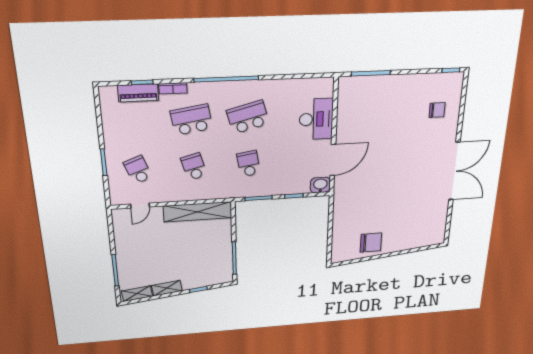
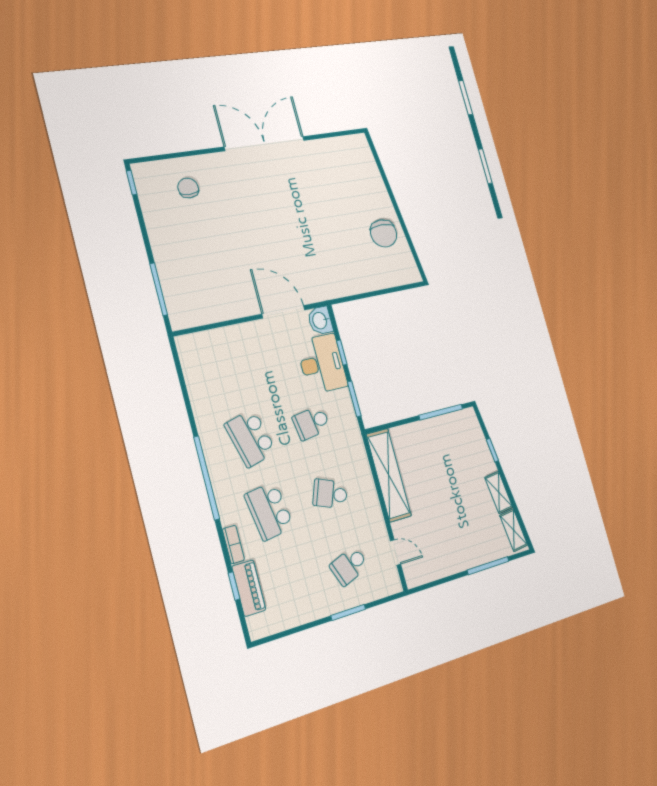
desk: (316, 119) -> (322, 364), moved, turned 90
school desk: (194, 167) -> (330, 494), turned 36
chair: (371, 243) -> (384, 233), turned 180

